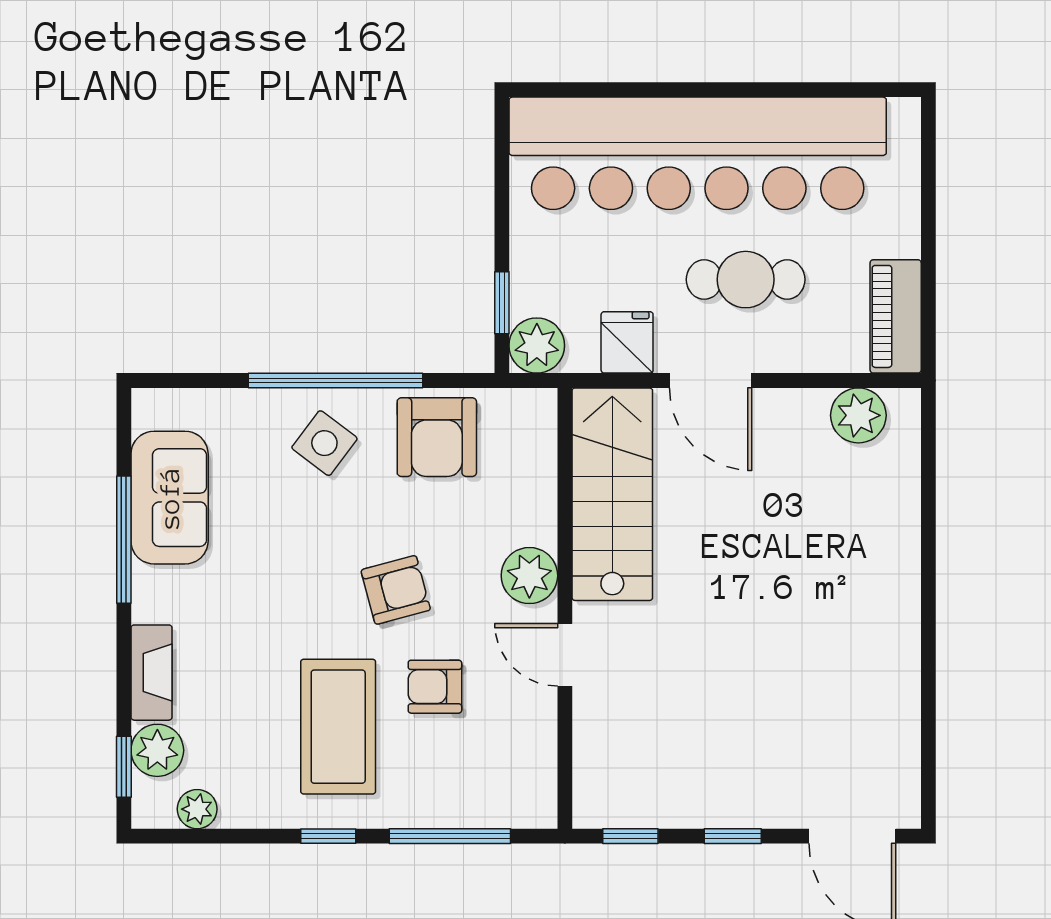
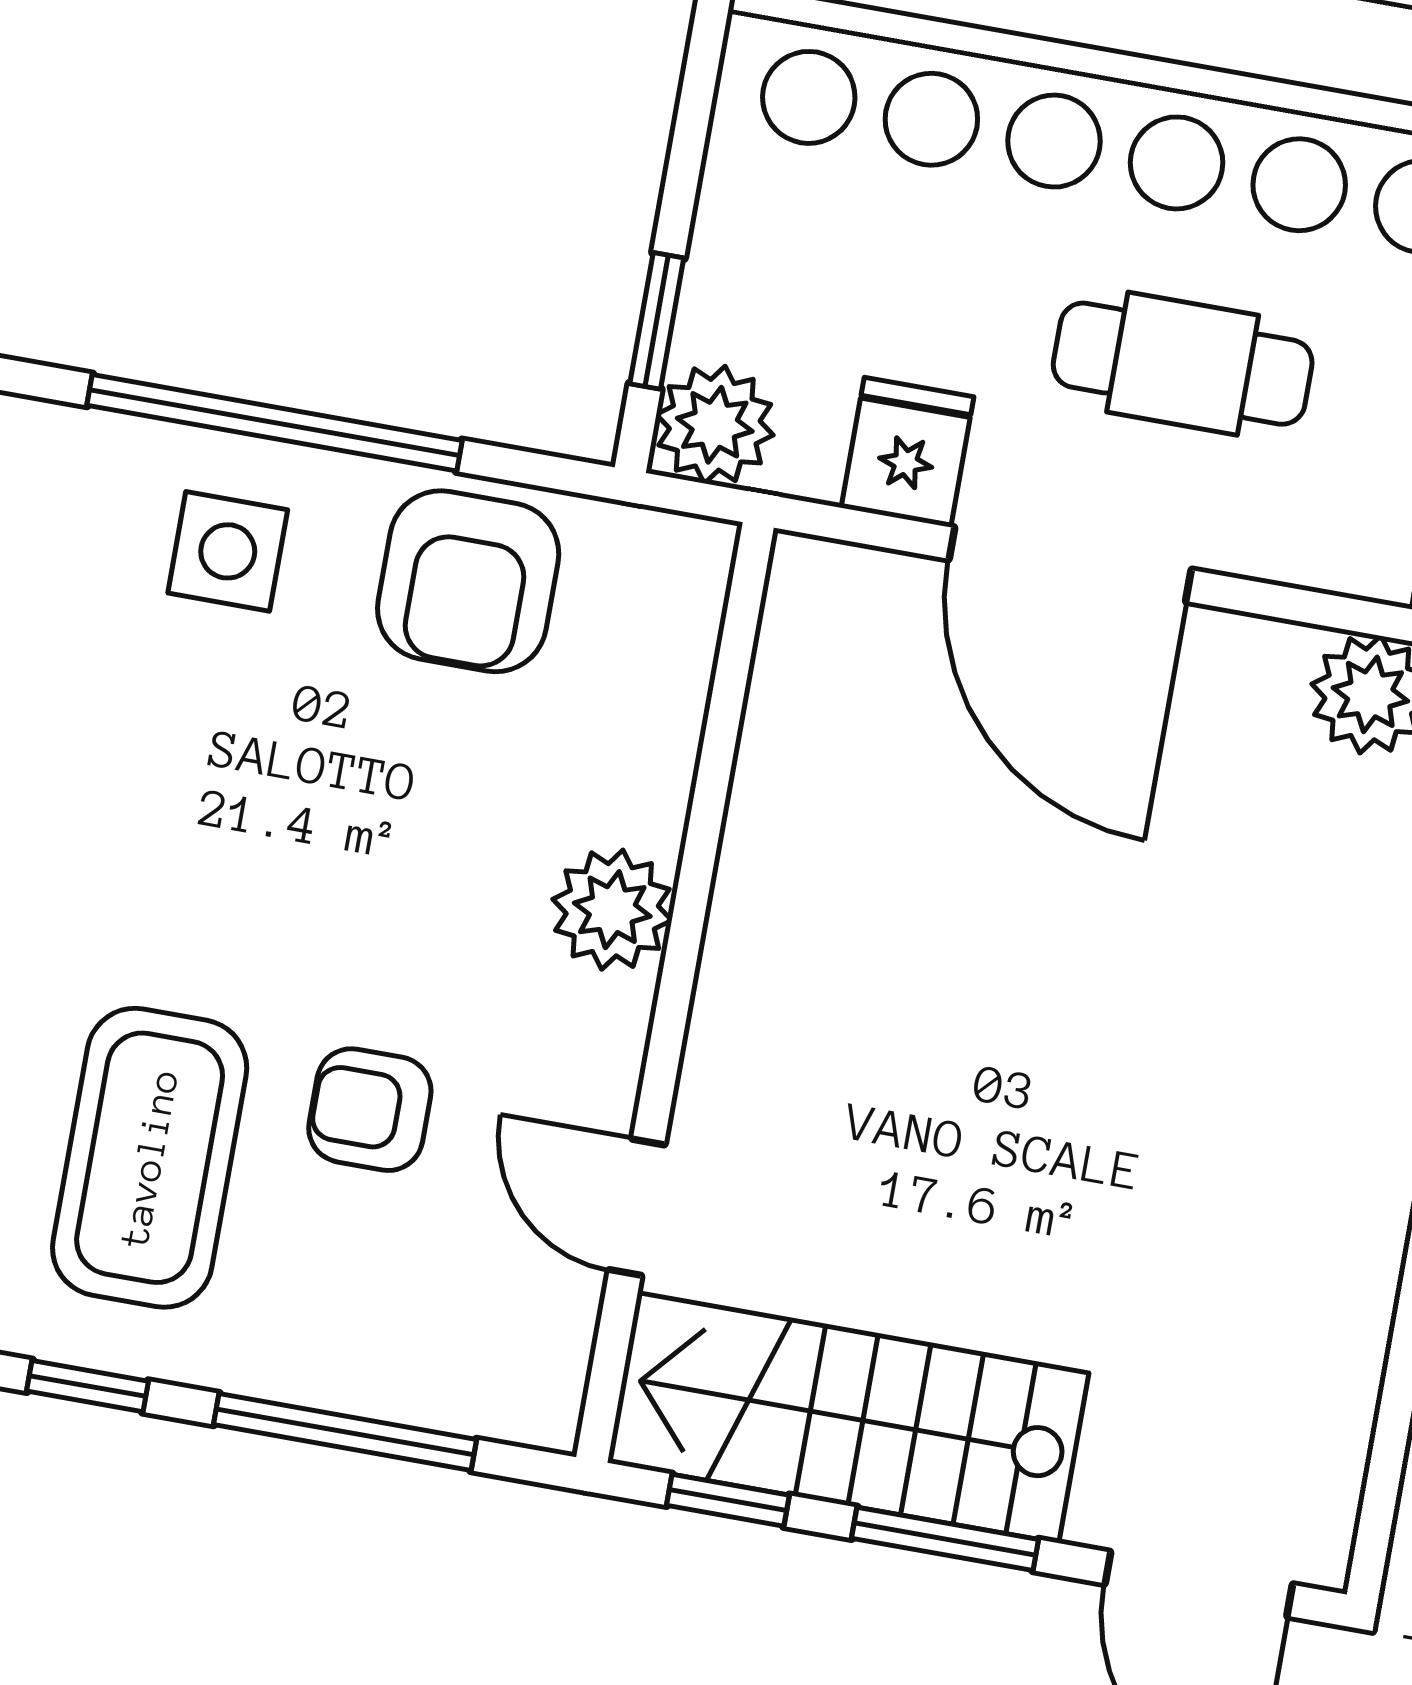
door: (711, 380) -> (1070, 564), width x1.36
side table: (324, 443) -> (228, 551), turned -37
stairs: (612, 494) -> (848, 1418), moved, turned -90
armchair: (396, 590) -> (323, 890), removed
door: (565, 655) -> (637, 1207), moved
window: (733, 836) -> (945, 1539), width x1.50

